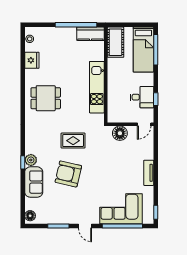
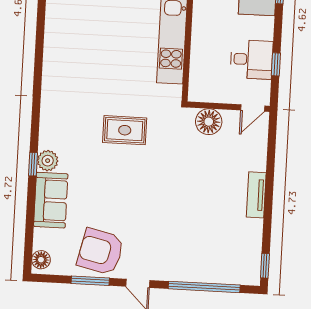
dining table: (46, 98) -> (80, 52), removed
armchair: (68, 174) -> (101, 252), moved
corner sofa: (121, 209) -> (203, 256), removed

